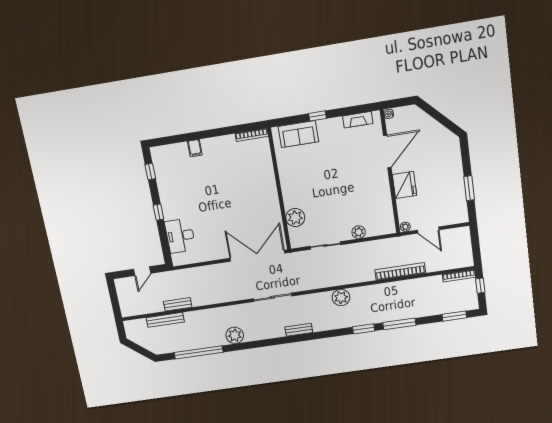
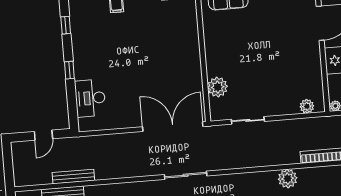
plant: (359, 232) -> (307, 106), moved
plant: (341, 298) -> (288, 179), moved
bench: (178, 304) -> (73, 177), width x1.36

